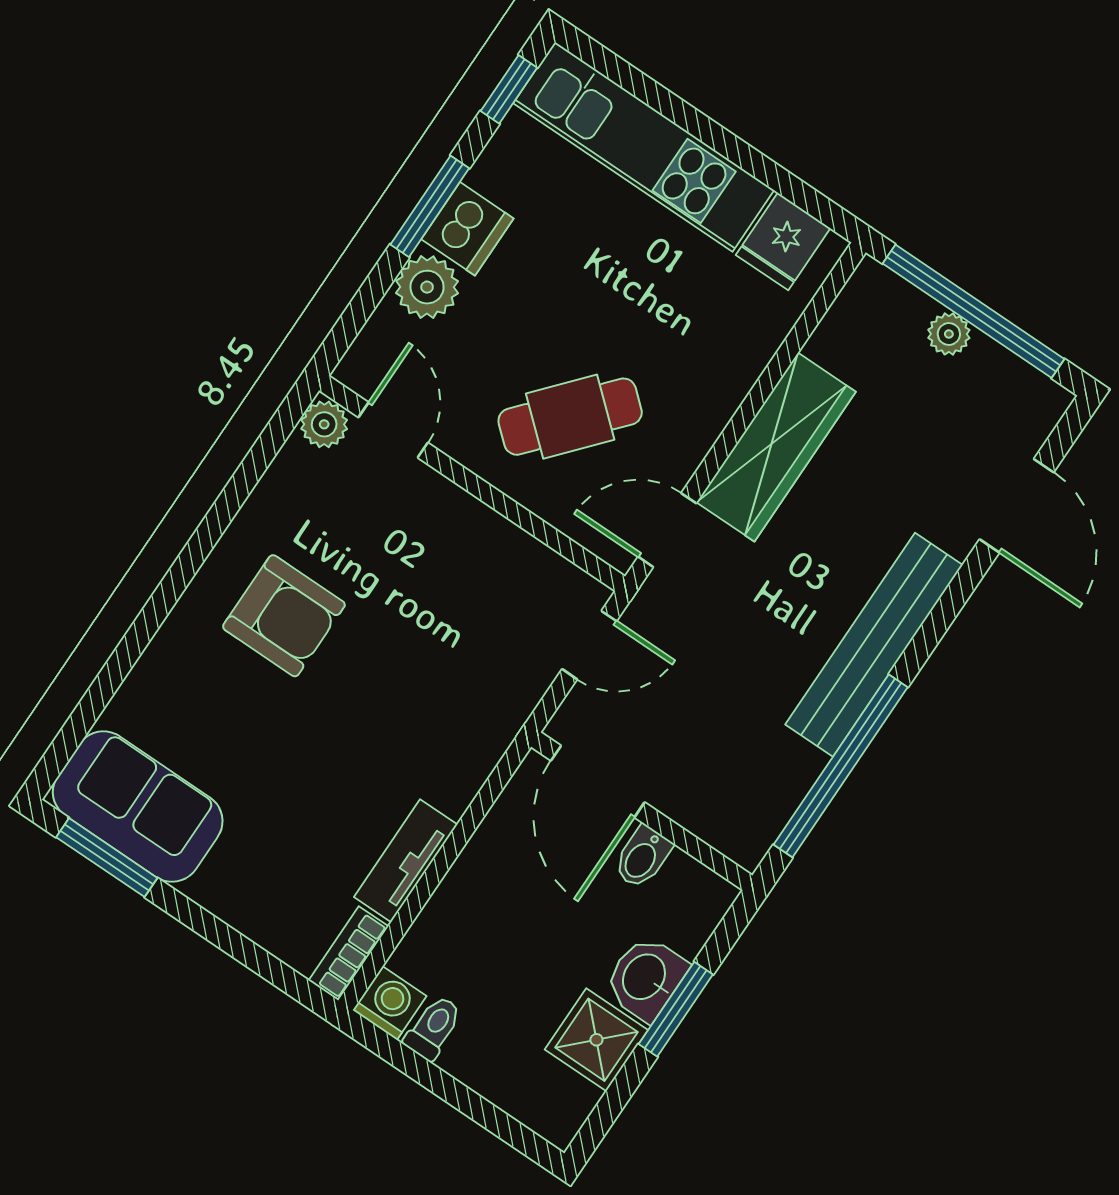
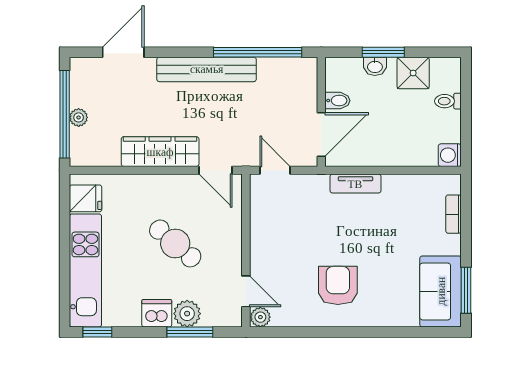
window: (430, 206) -> (190, 332), moved
cafe table: (570, 417) -> (175, 243), moved
door: (393, 430) -> (246, 291), swing flipped
tv unit: (406, 861) -> (355, 184), moved
bookcase: (349, 953) -> (453, 214), moved, turned 90
washbasin: (645, 978) -> (375, 66), width x0.72, depth x0.69
toilet: (433, 1028) -> (448, 101), moved

